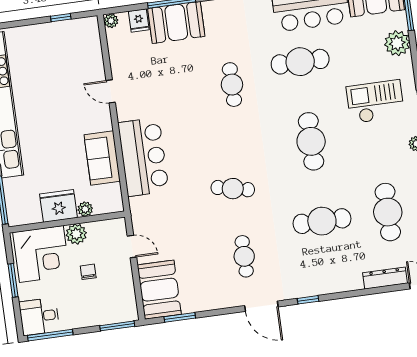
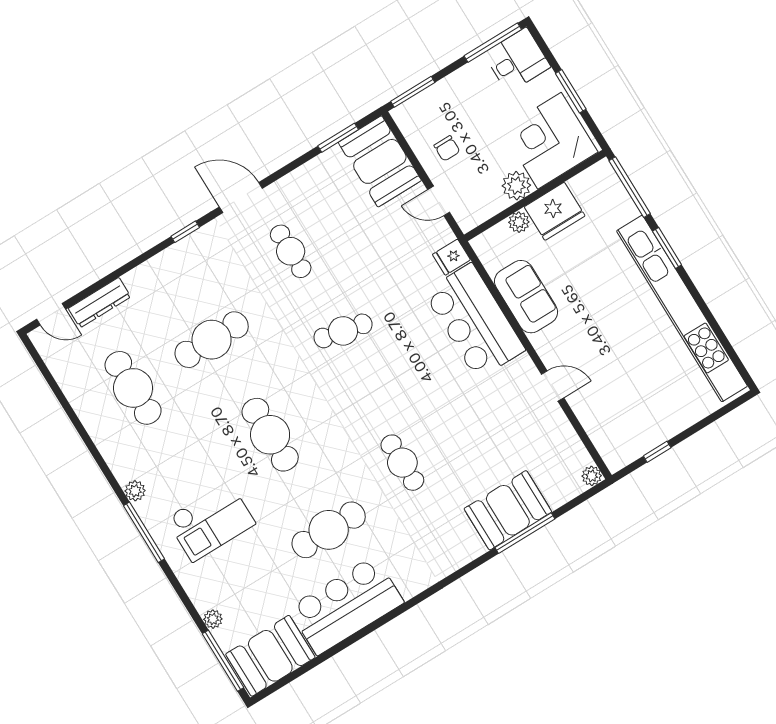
fridge: (139, 20) -> (451, 257), moved, turned -90
plant: (397, 43) -> (213, 619), width x0.53, depth x0.53
chair: (88, 272) -> (447, 148), moved

